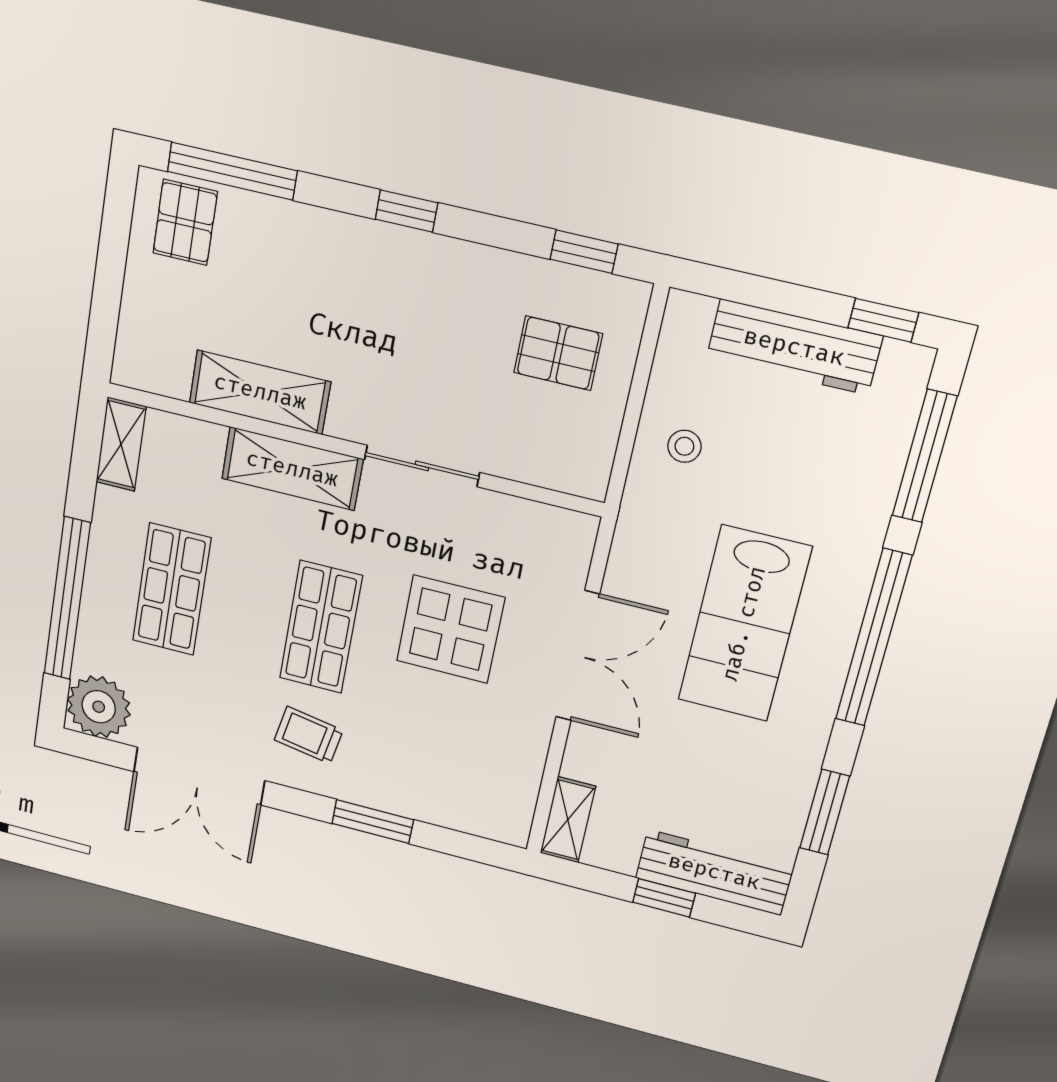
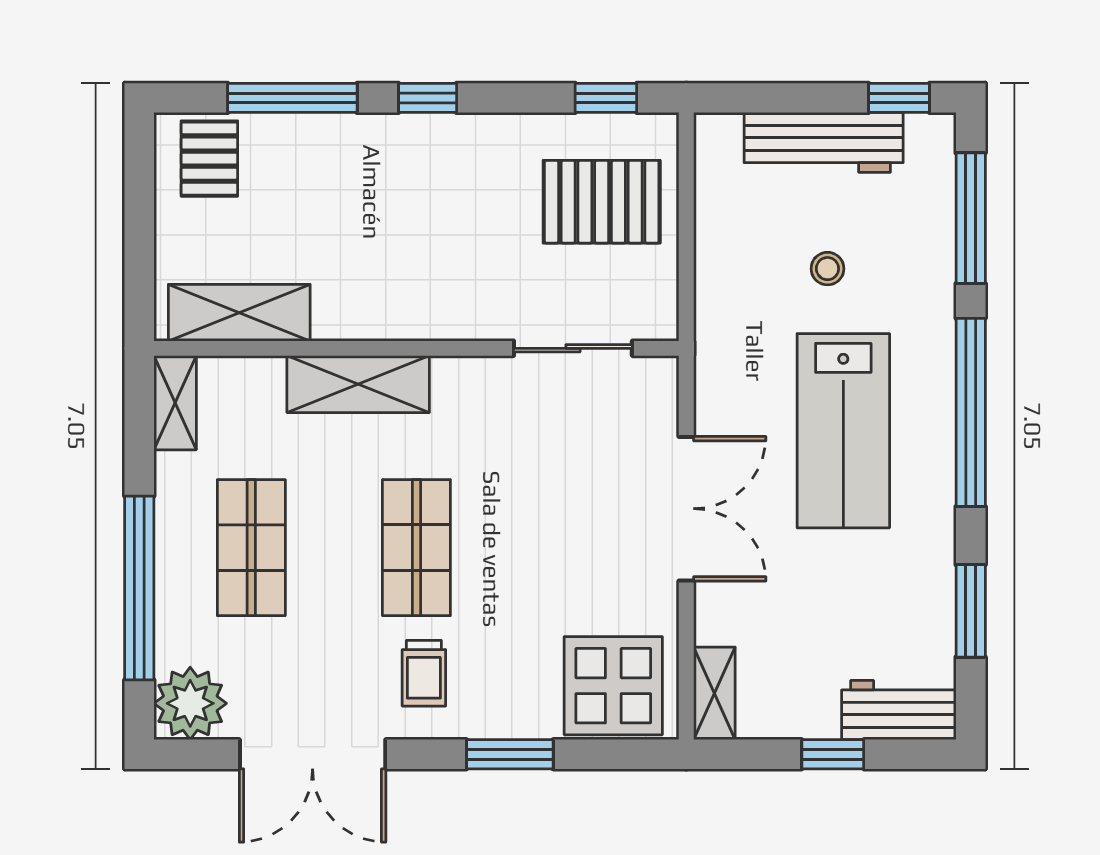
window: (232, 171) -> (292, 98), moved
pallet: (558, 353) -> (602, 202), width x1.50, depth x1.42
shelving: (260, 392) -> (239, 313), moved
stool: (684, 446) -> (827, 269), moved
sliding door: (422, 466) -> (573, 348), moved
display table: (450, 629) -> (613, 686), moved
trolley: (309, 735) -> (424, 673), turned -100
workbench: (714, 872) -> (899, 710), width x0.73

